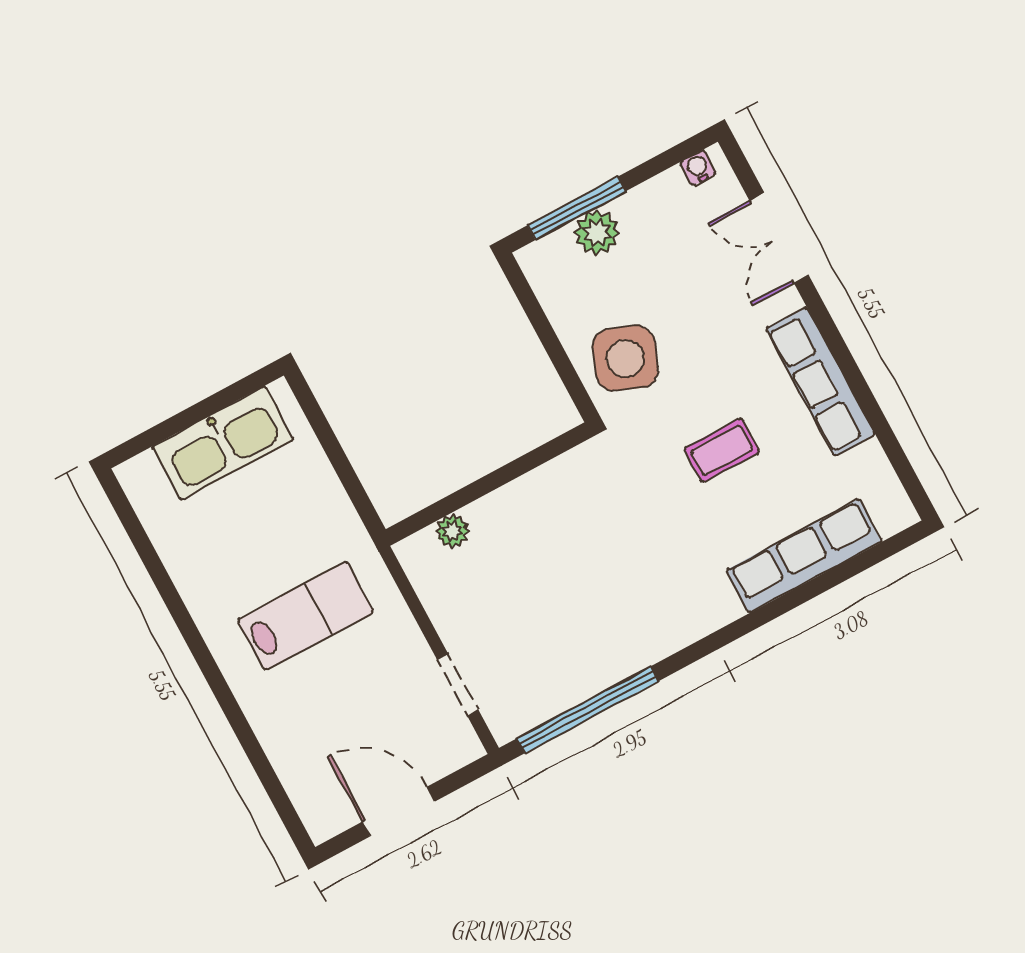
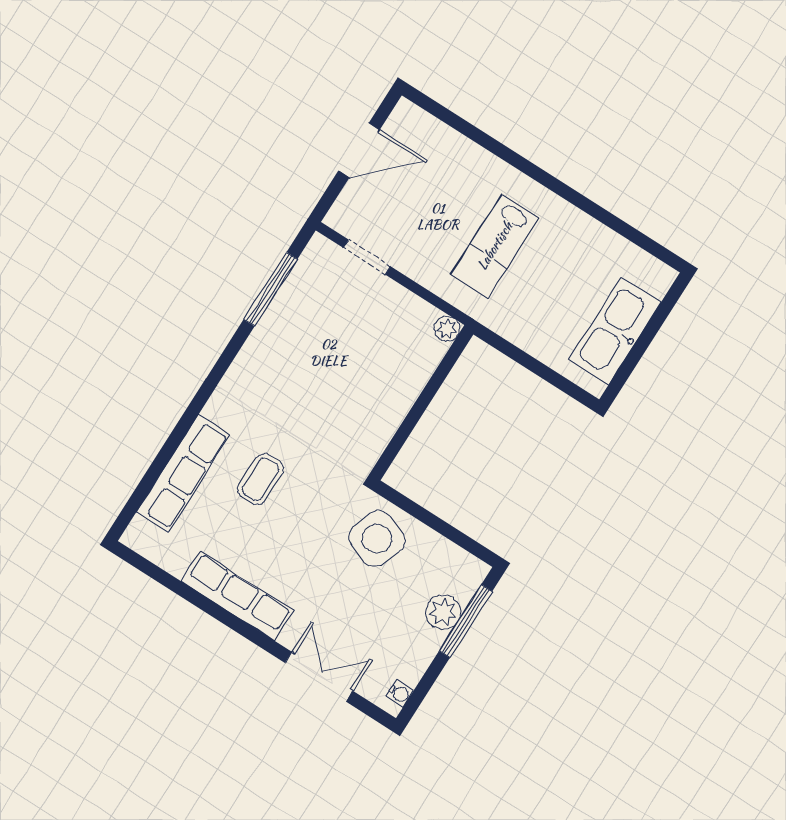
coffee table: (722, 450) -> (260, 479), moved
plant: (452, 531) -> (447, 329), moved
window: (588, 710) -> (271, 289), width x0.68

